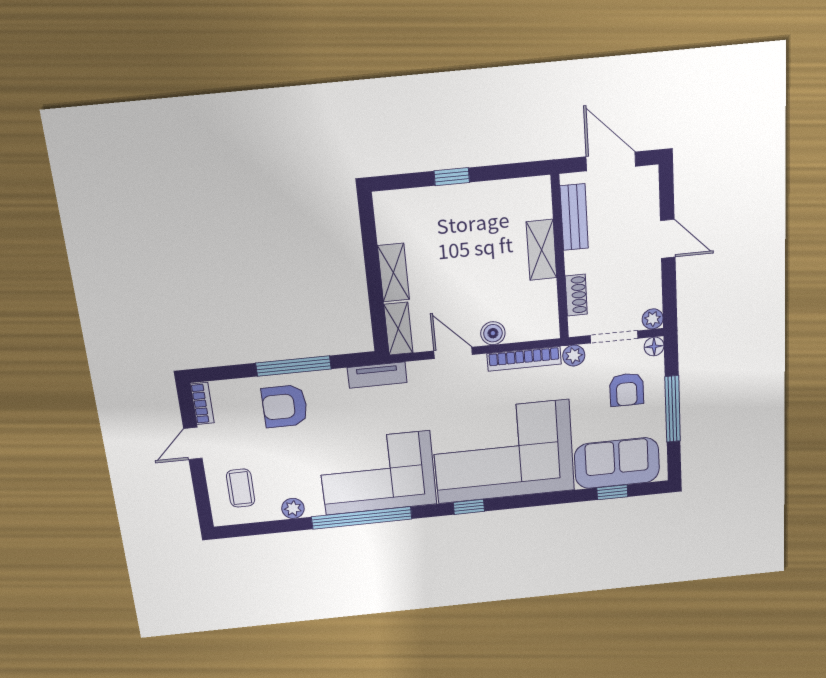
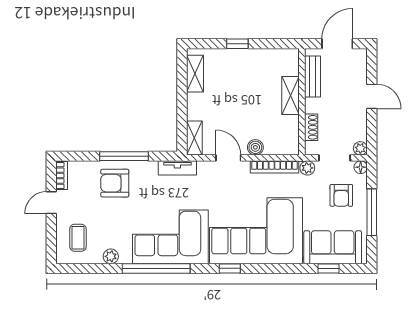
door: (611, 161) -> (337, 44), hinge flipped
shelving: (393, 273) -> (195, 74), moved

